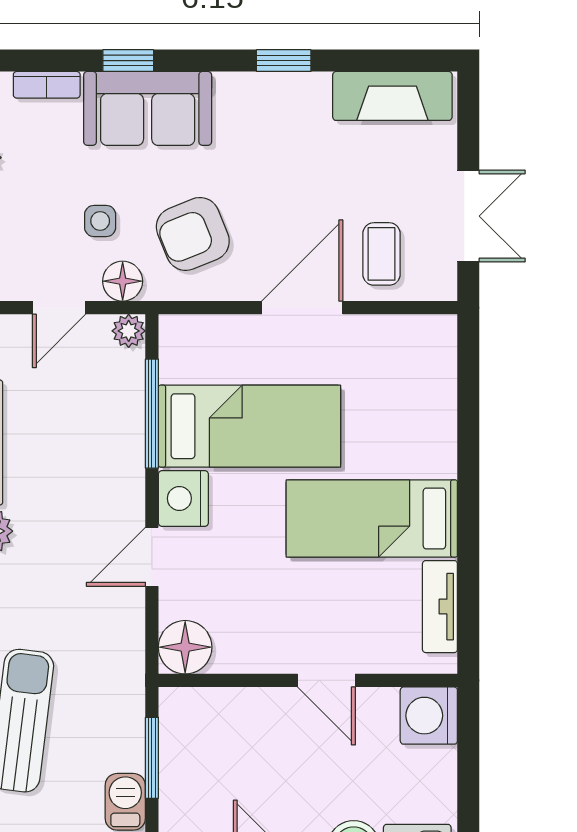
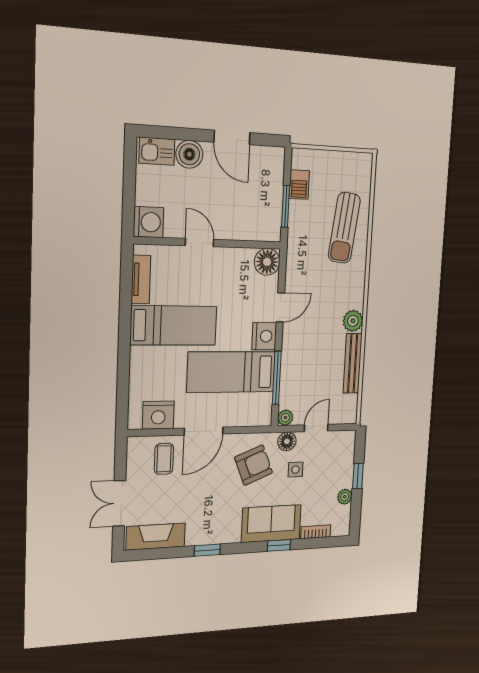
double door: (468, 216) -> (119, 503), moved
nightstand: (396, 342) -> (158, 415), added

